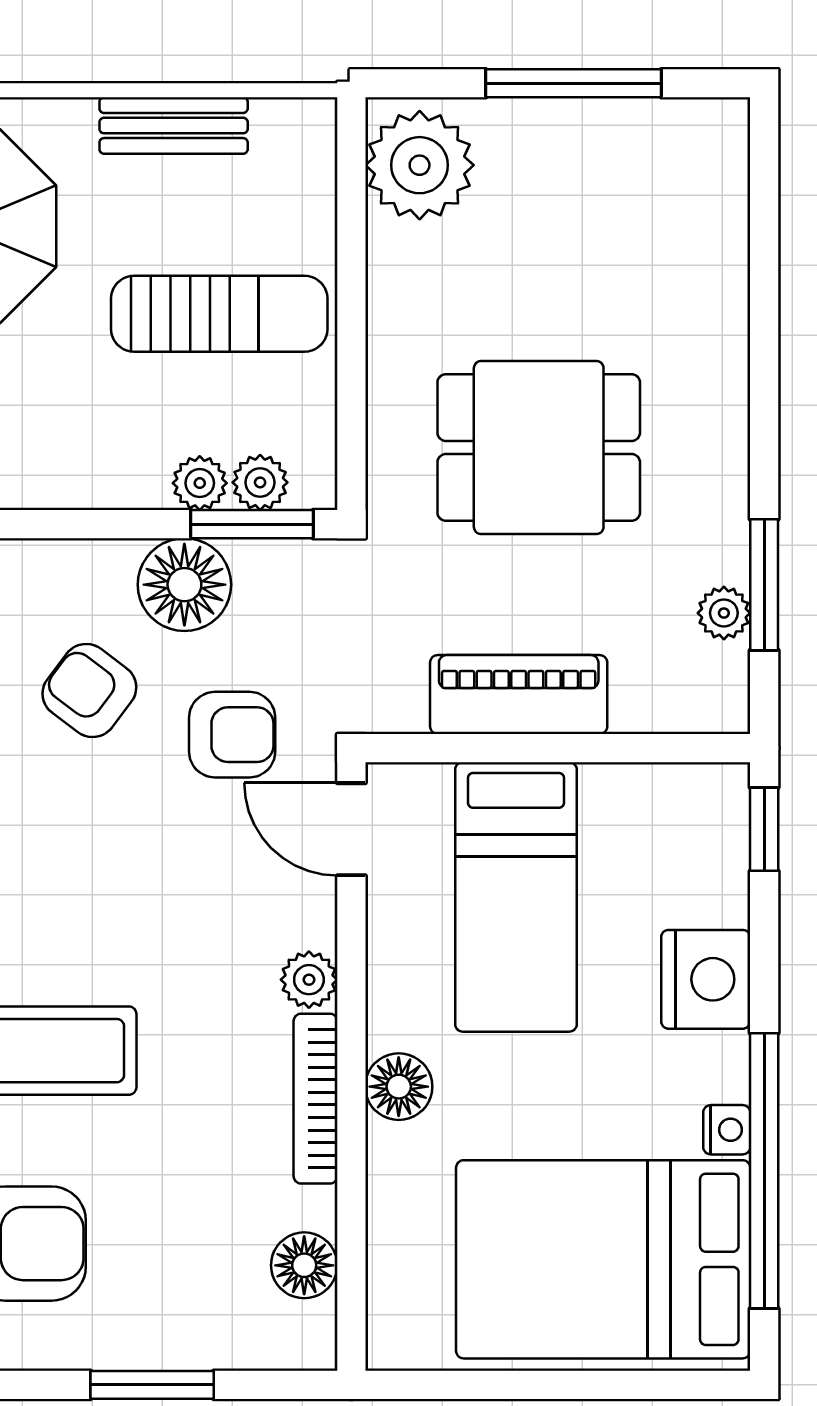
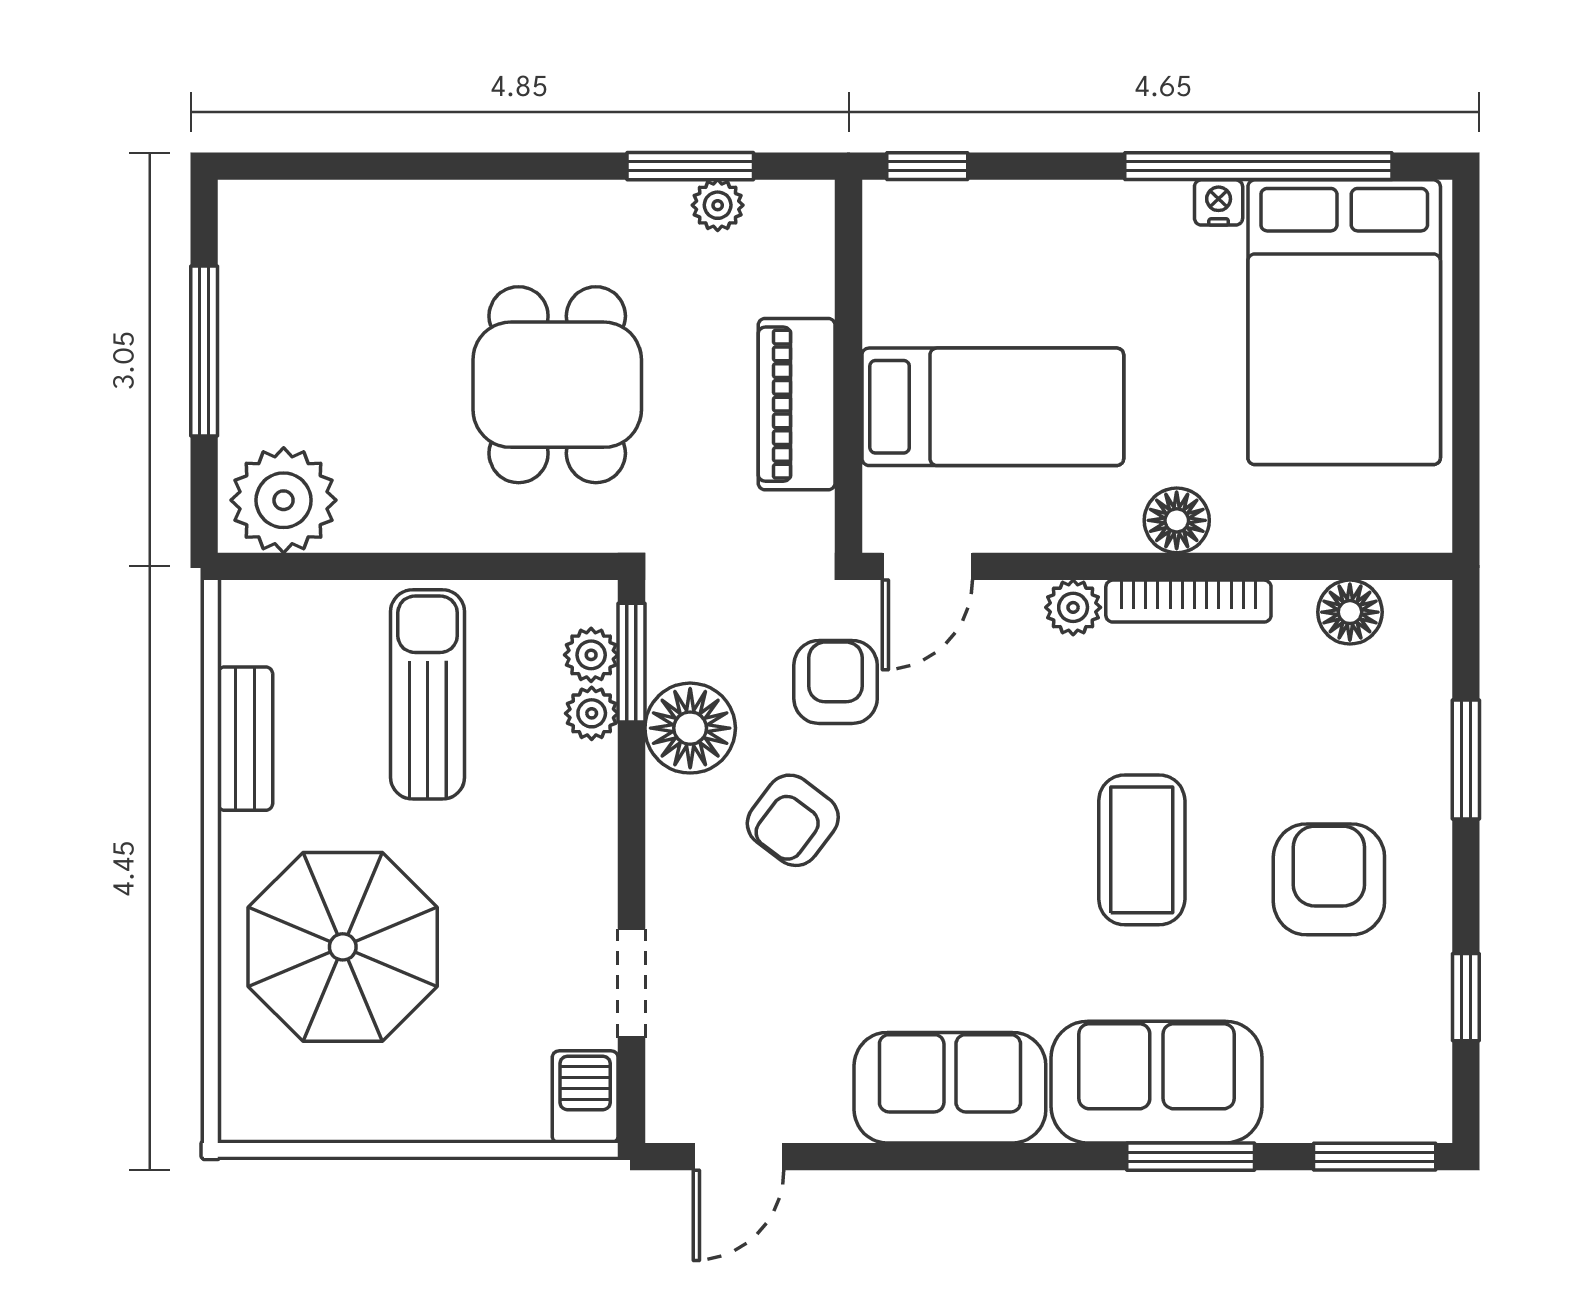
nightstand: (706, 979) -> (1073, 223), removed

